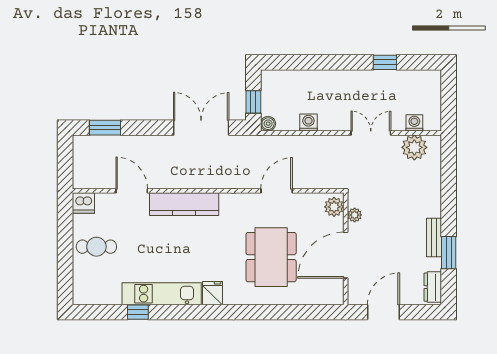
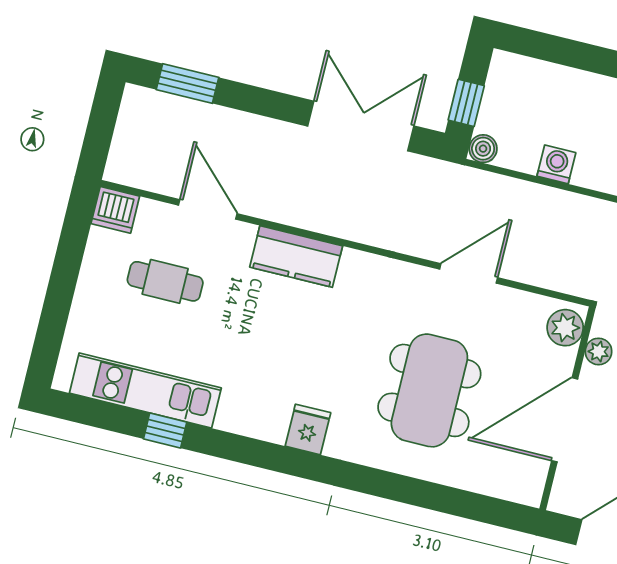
kitchen counter: (184, 204) -> (296, 257), width x0.67
cafe table: (96, 247) -> (165, 281), moved
kitchen unit: (162, 294) -> (145, 391), moved

